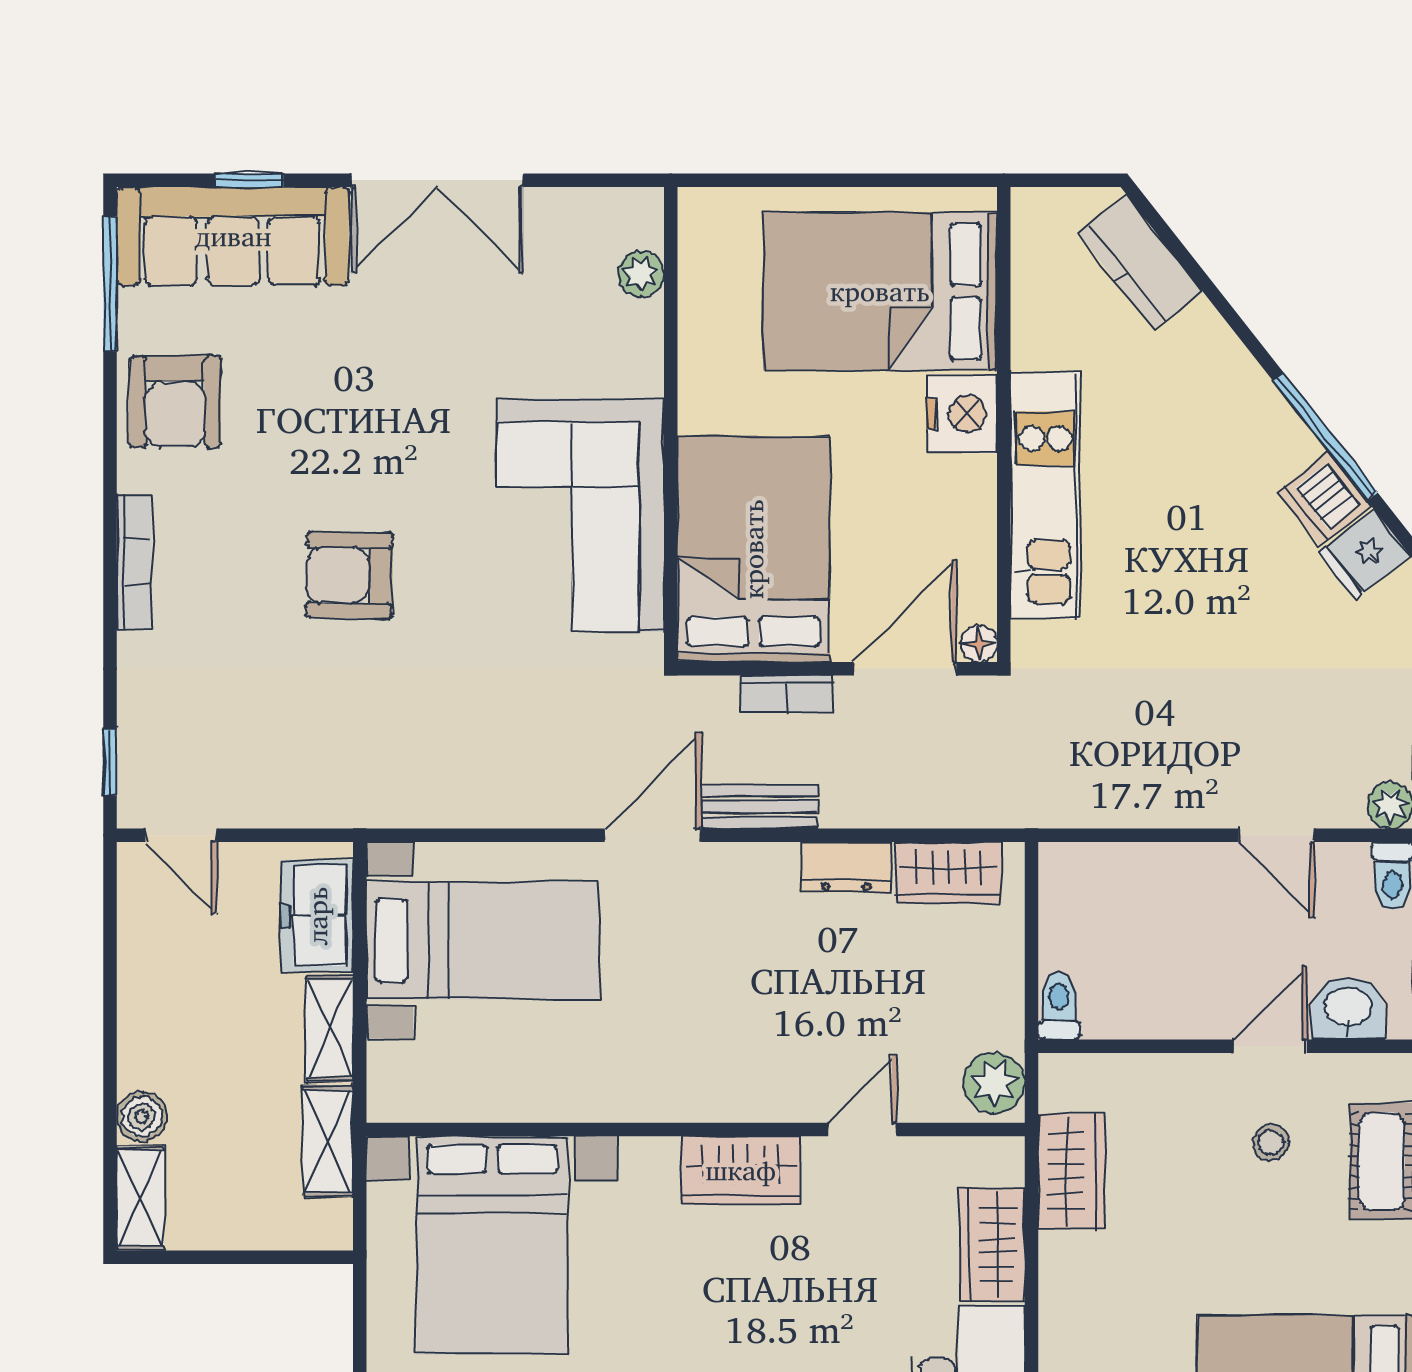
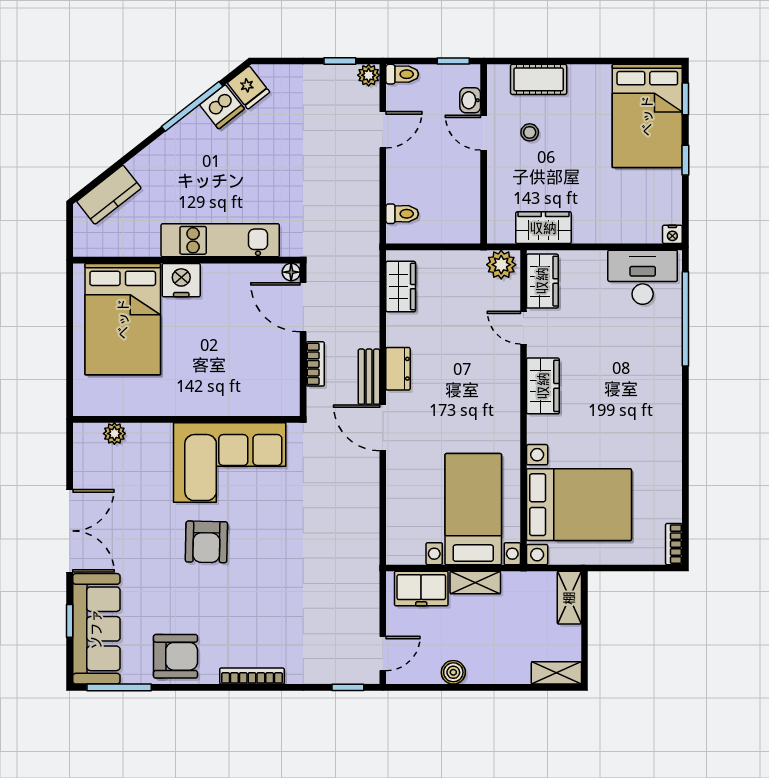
bed: (753, 549) -> (246, 380), removed
armchair: (349, 575) -> (206, 542), moved
dresser: (846, 867) -> (398, 369), moved
bed with nightstands: (483, 940) -> (473, 509), moved
toilet: (1059, 1006) -> (402, 214), moved, turned 180
washbasin: (1348, 1008) -> (470, 100), width x0.72, depth x0.69
boiler: (142, 1117) -> (453, 672), moved
shelving: (328, 1141) -> (569, 598), moved, turned 90
wardrobe: (992, 1245) -> (542, 281), moved, turned -90

